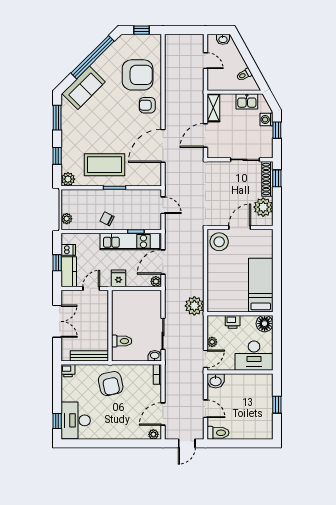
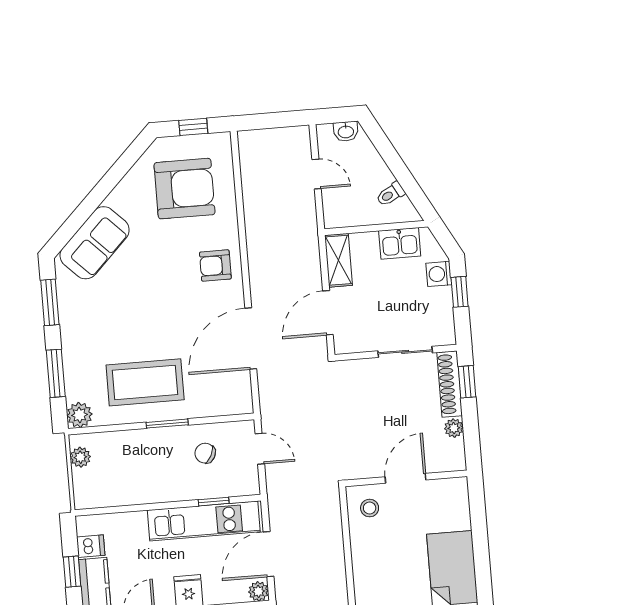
window: (93, 57) -> (106, 185), removed
armchair: (138, 75) -> (185, 189), moved
window: (57, 156) -> (56, 373), width x1.50
plant: (263, 207) -> (454, 428), width x0.53, depth x0.53
plant: (67, 219) -> (80, 457), moved
chair: (107, 219) -> (205, 453), moved
stool: (219, 242) -> (370, 508), width x0.53, depth x0.53

